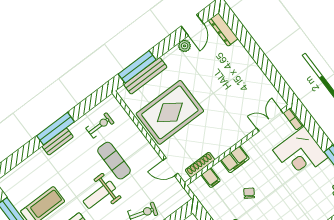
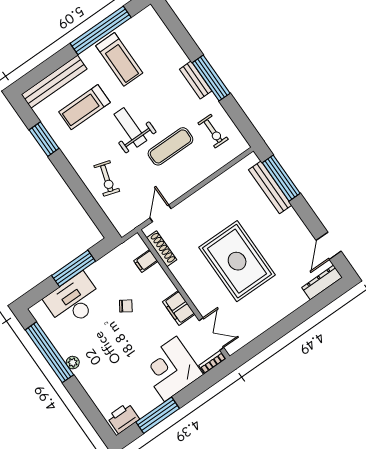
door: (192, 25) -> (329, 246), hinge flipped
plant: (185, 46) -> (304, 236), removed
rug: (170, 112) -> (237, 261), moved
filing cabinet: (235, 159) -> (179, 308), moved

